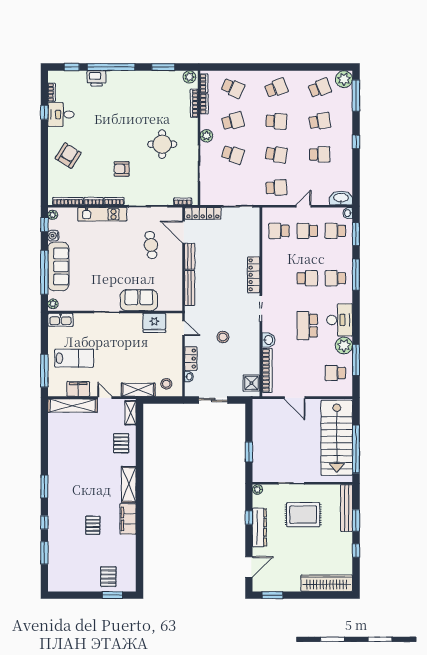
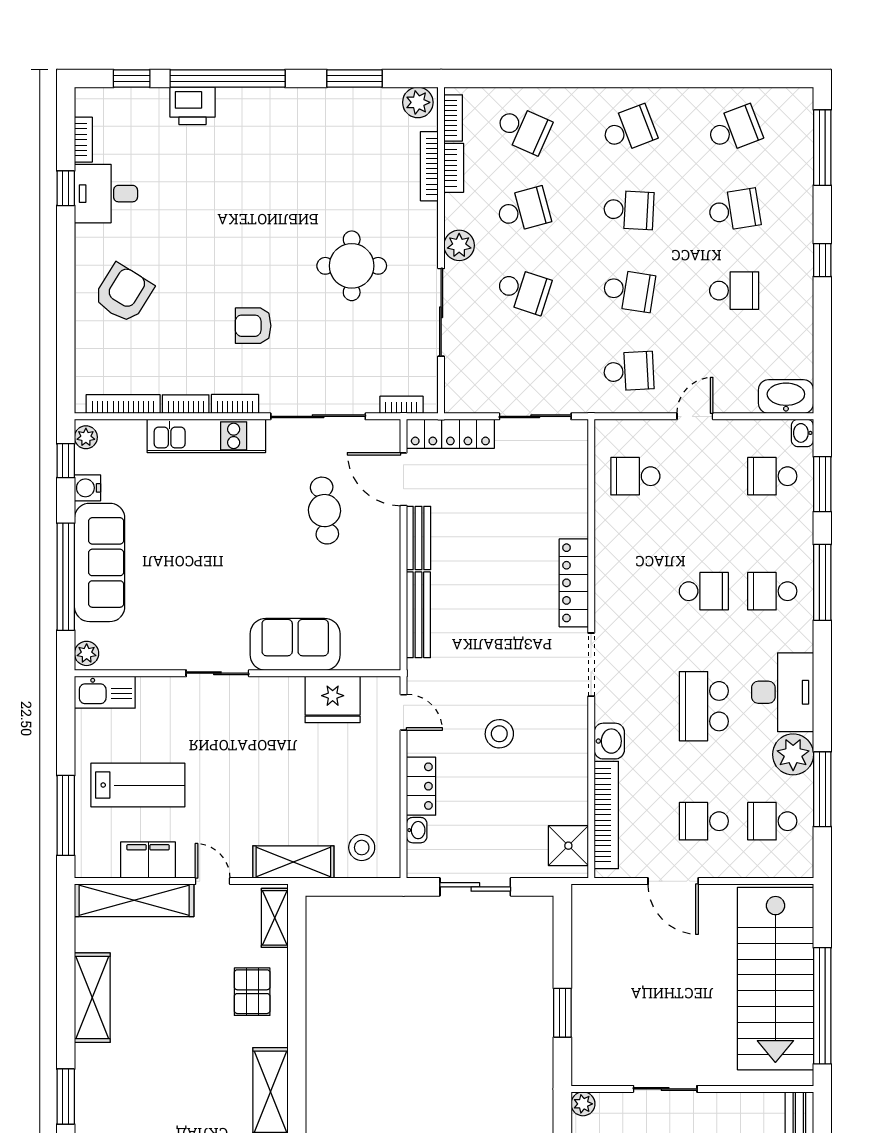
plant: (344, 79) -> (793, 108), removed
school desk: (307, 231) -> (704, 821), moved
shelving: (55, 446) -> (92, 998), added

